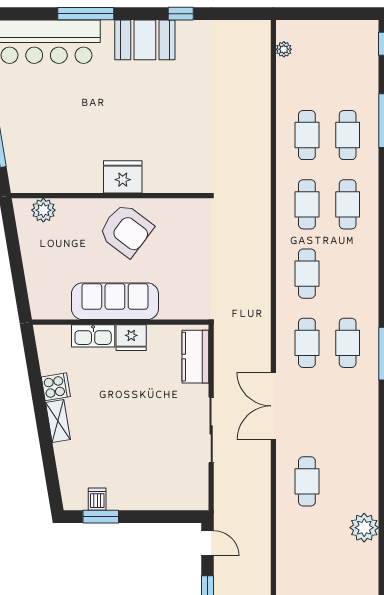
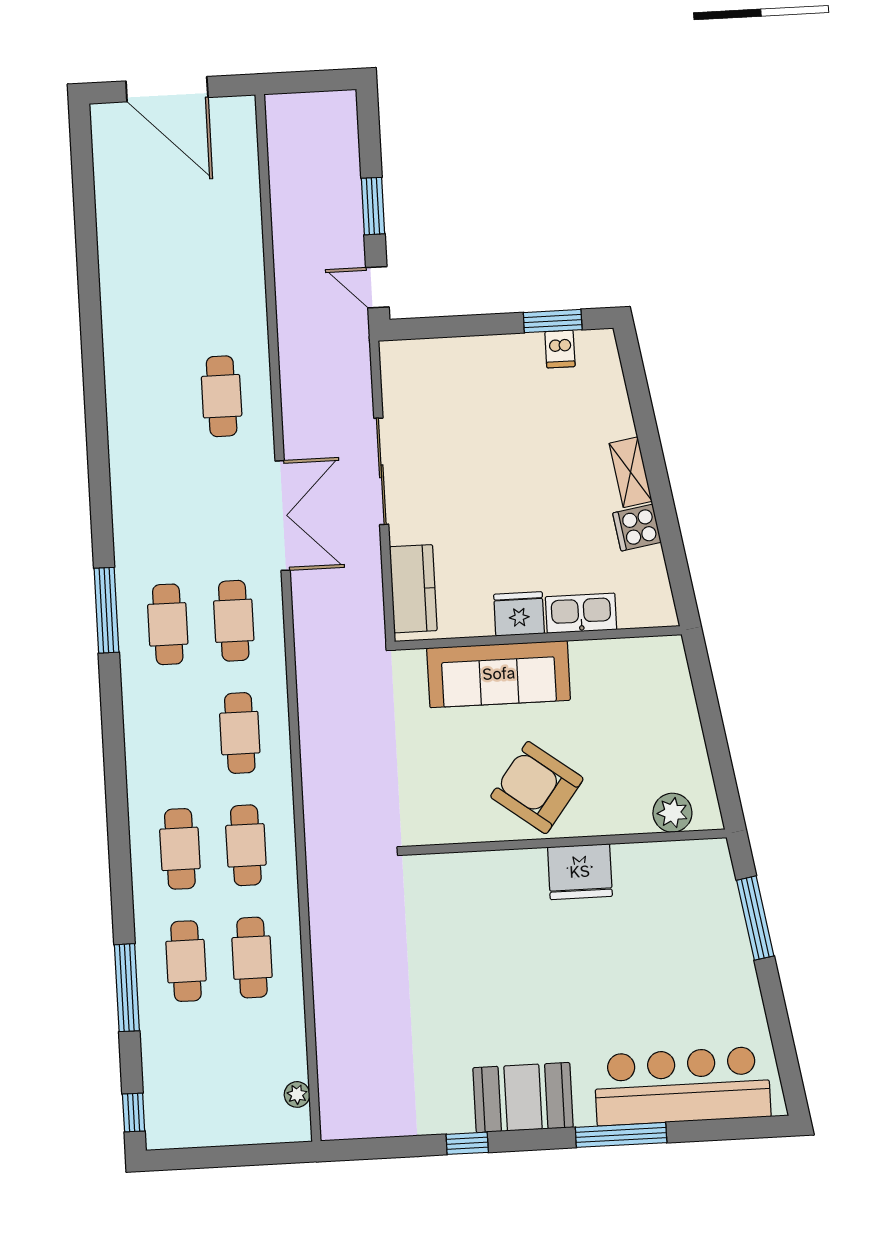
fridge: (123, 177) -> (580, 872), moved
sofa: (115, 301) -> (499, 674), moved
plant: (364, 528) -> (125, 326), removed

